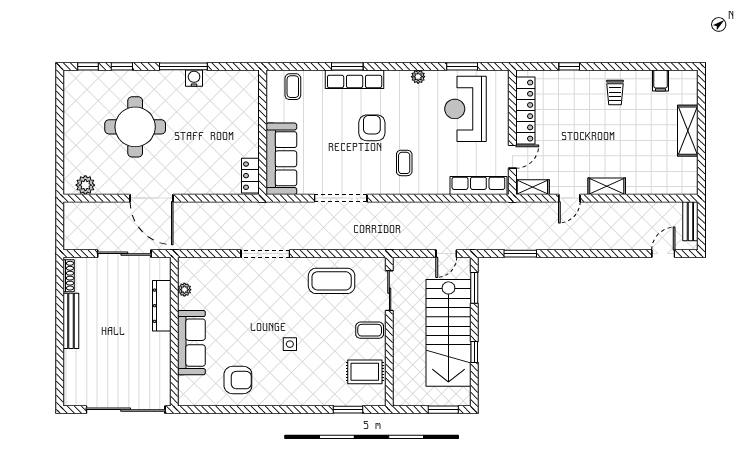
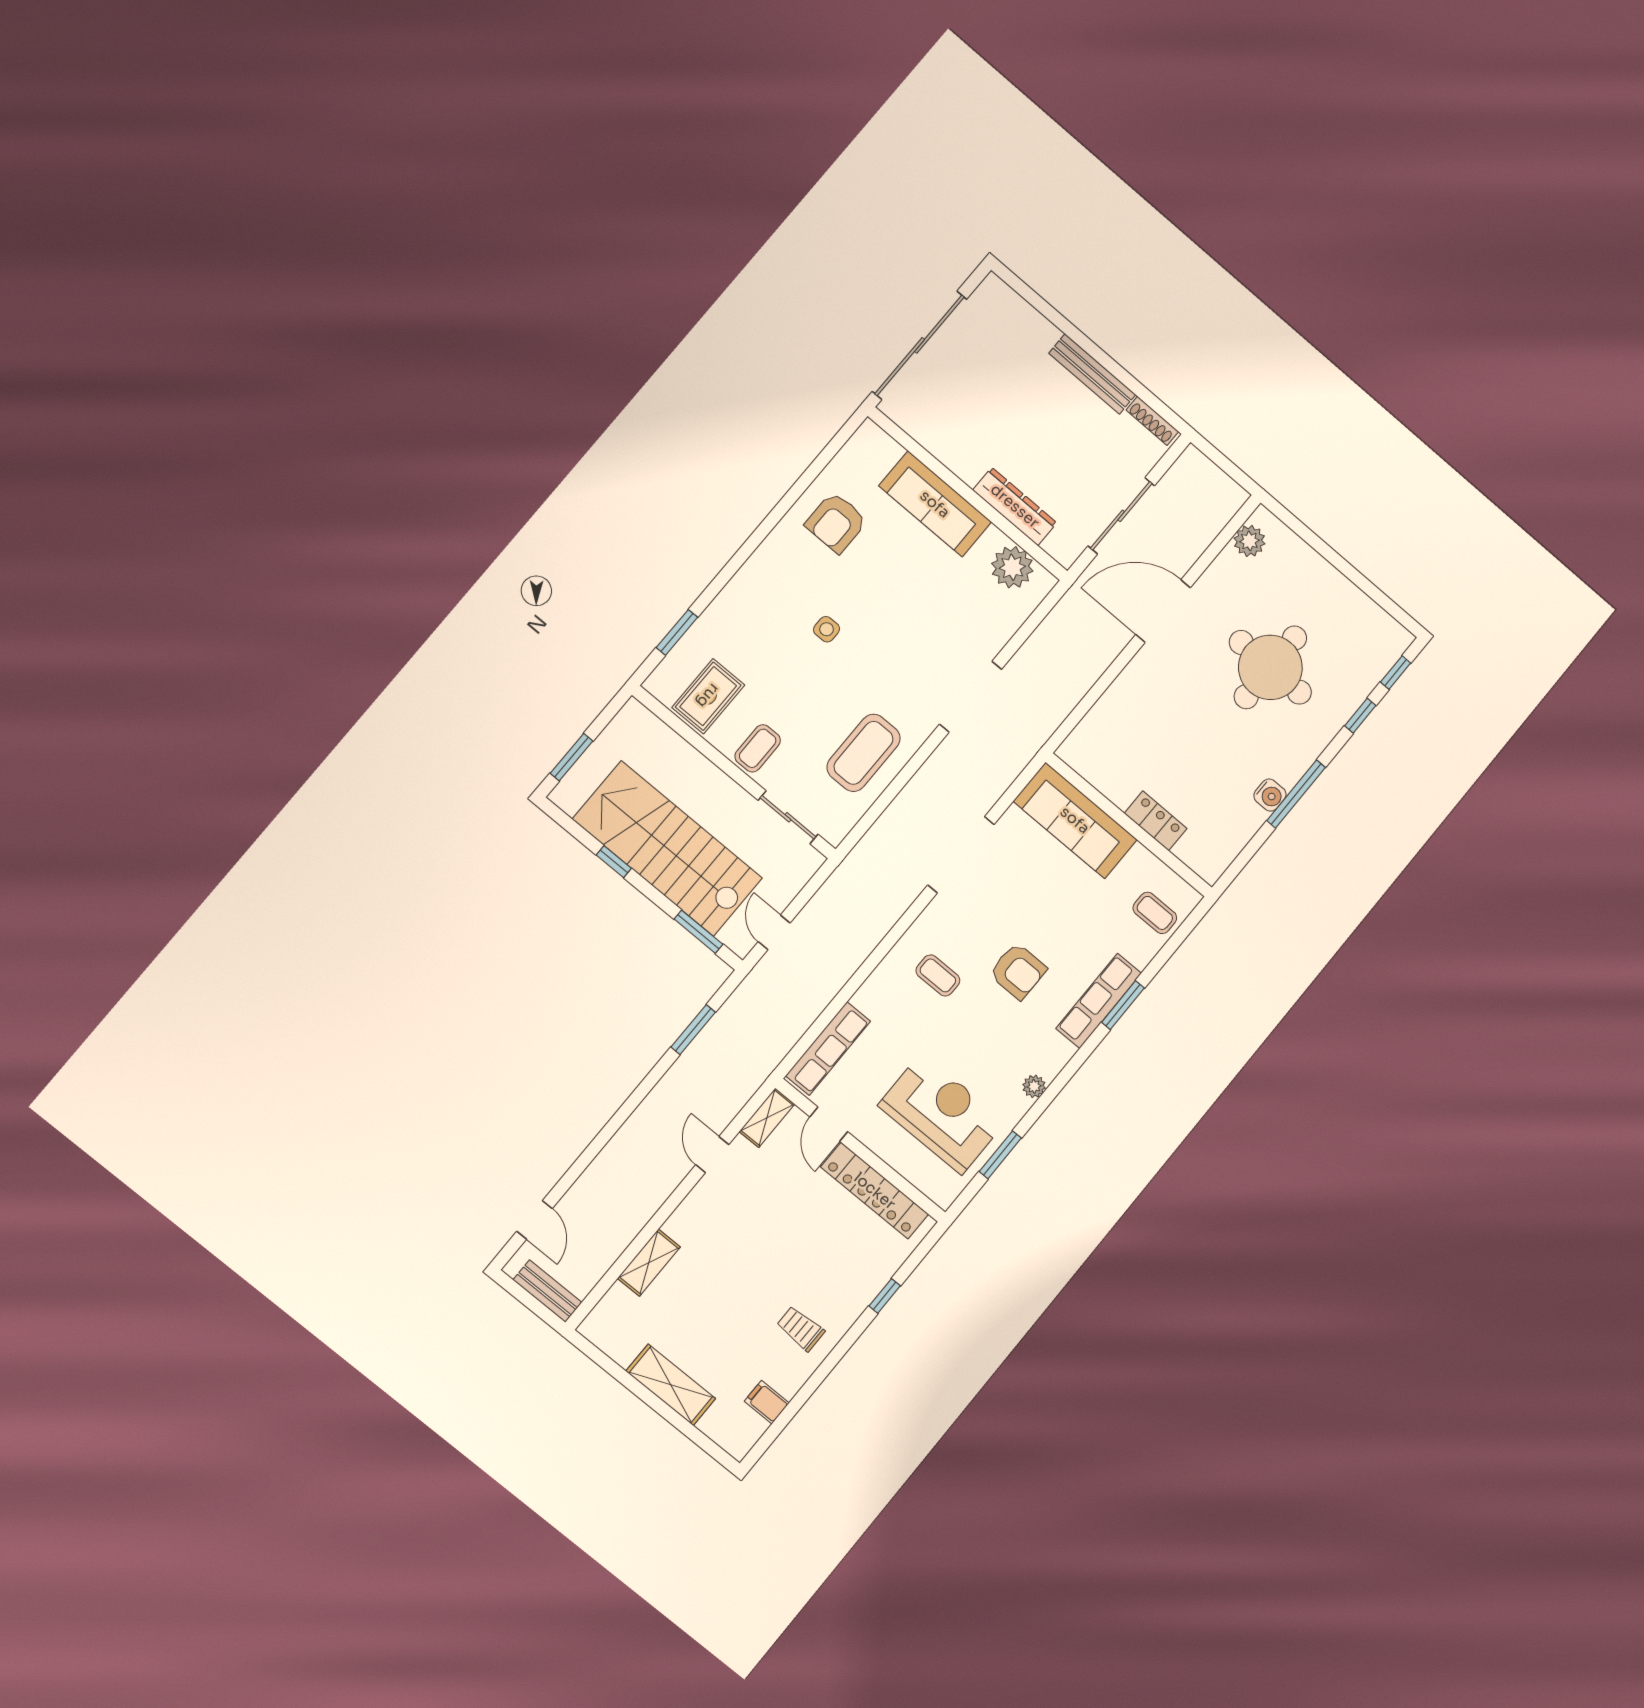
locker: (250, 176) -> (1156, 821), moved
shelving: (607, 186) -> (649, 1263), moved
plant: (184, 290) -> (1012, 567), width x1.87, depth x1.87

